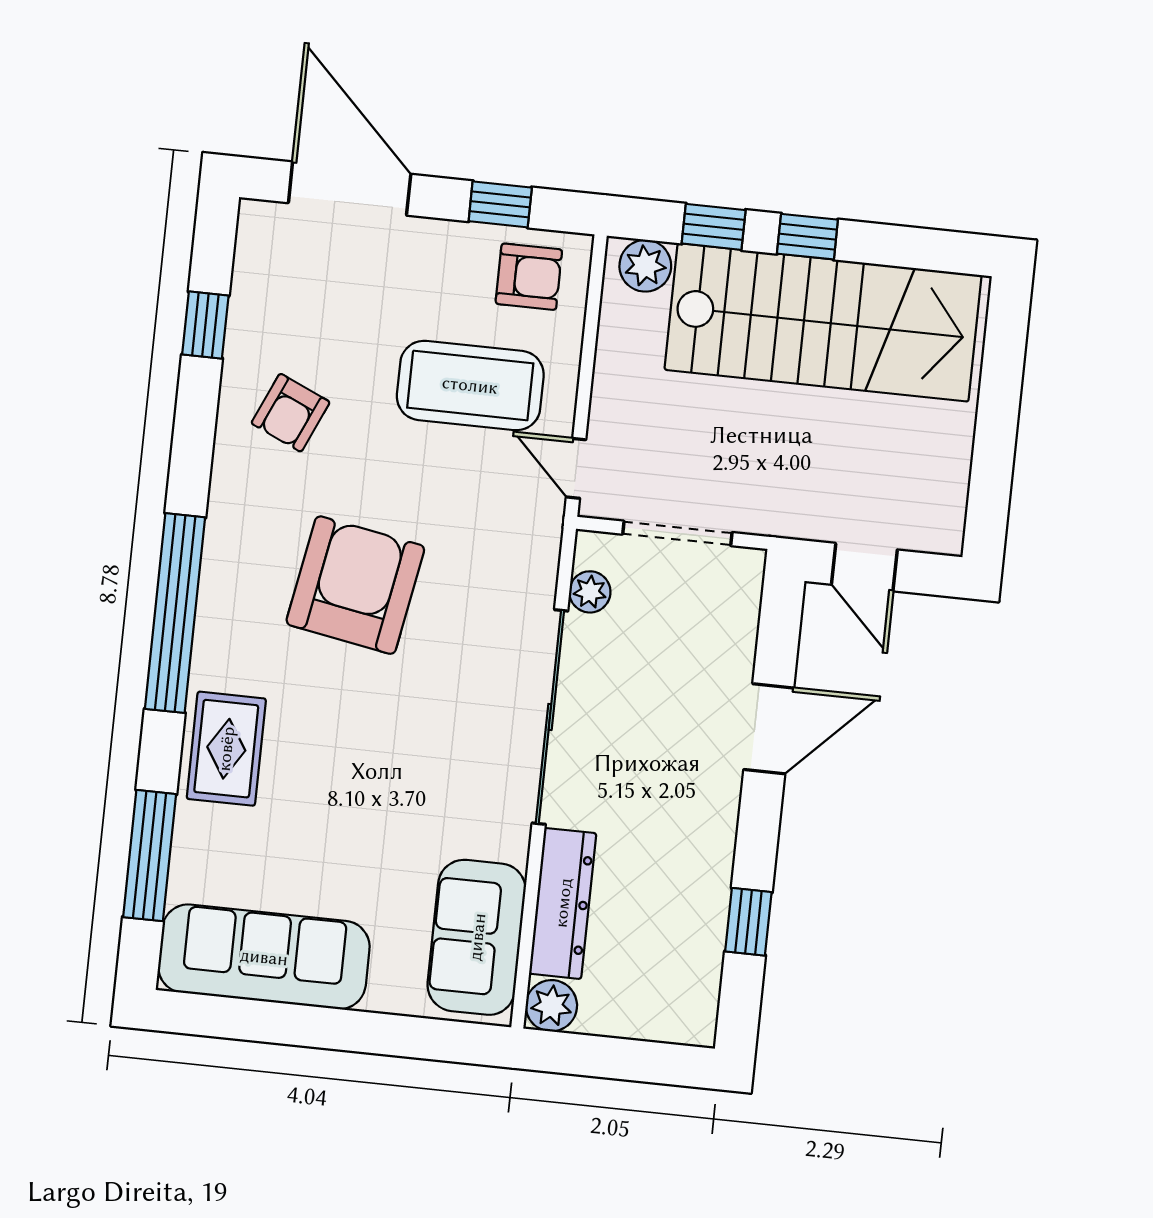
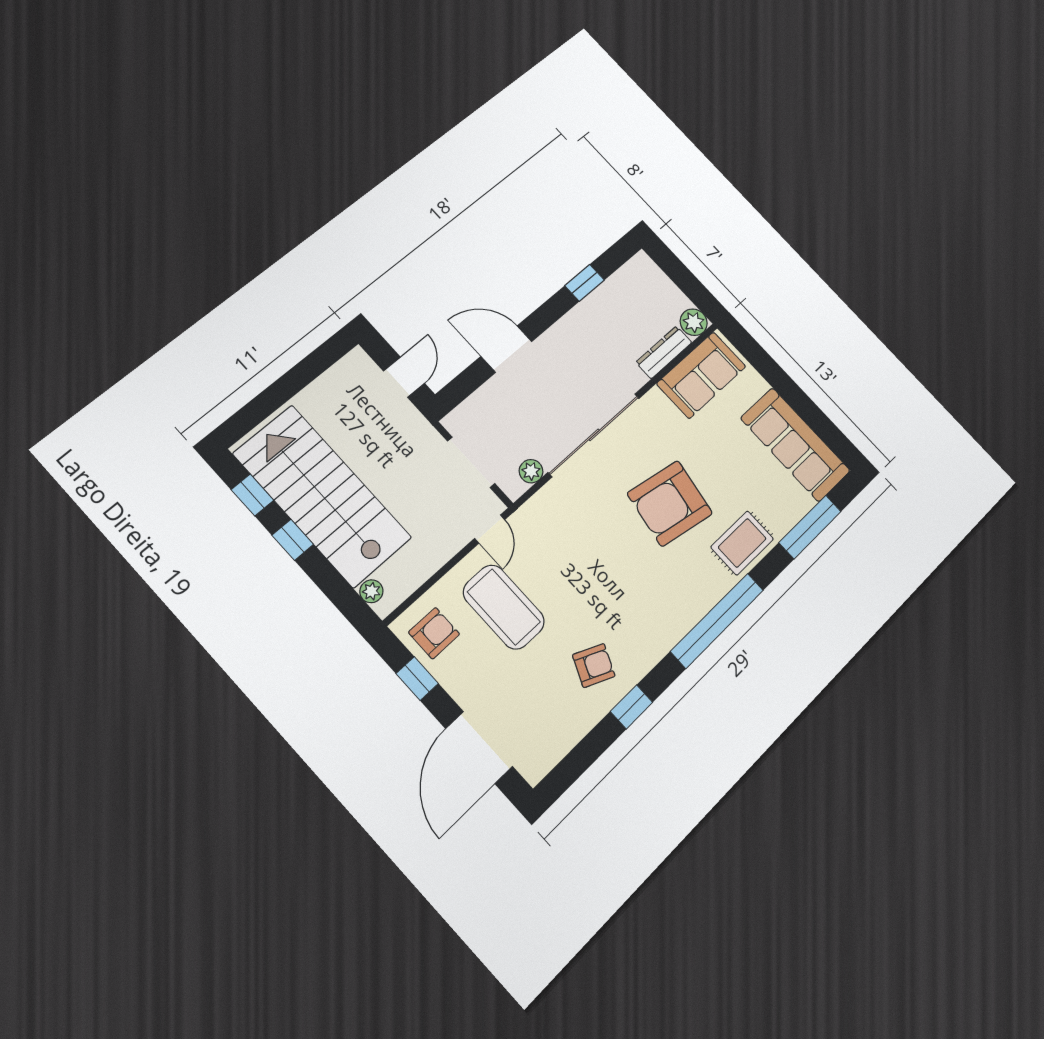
window: (714, 227) -> (252, 495), moved
plant: (645, 266) -> (371, 591), width x0.73, depth x0.73
armchair: (529, 277) -> (434, 633), turned 90
window: (205, 325) -> (632, 707), moved
armchair: (355, 585) -> (670, 503), moved
dresser: (563, 903) -> (664, 352), width x0.73, depth x0.80

